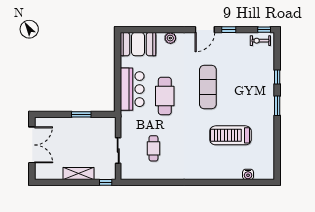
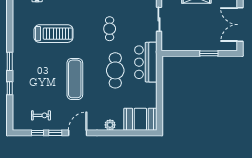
window: (264, 30) -> (38, 133), moved
exercise bike: (260, 41) -> (41, 115), moved
bar counter: (132, 89) -> (146, 62), moved
window: (81, 114) -> (209, 53), moved
cafe table: (153, 148) -> (110, 29), moved

